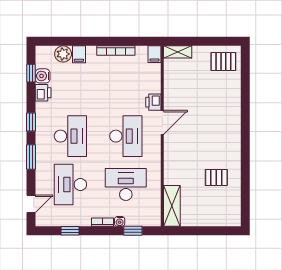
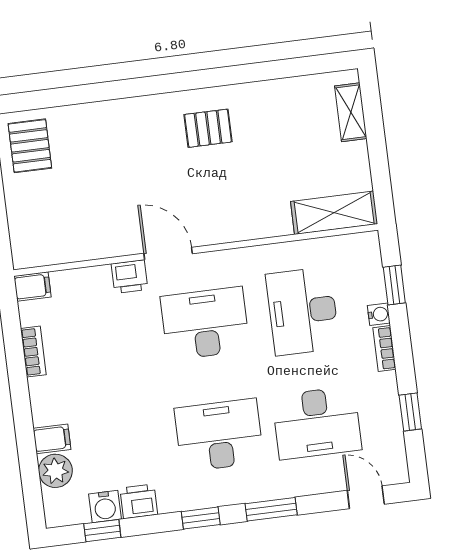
bookcase: (116, 51) -> (33, 352), width x0.64
shelving: (178, 52) -> (351, 112), moved
pallet: (216, 177) -> (208, 128), moved, turned 90

